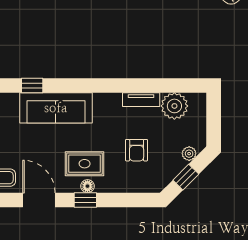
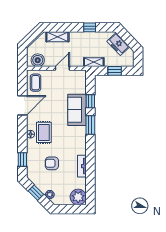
window: (72, 85) -> (90, 125), added
plant: (174, 106) -> (78, 197), moved
sofa: (56, 108) -> (77, 110), width x0.73
window: (85, 200) -> (22, 159), moved

